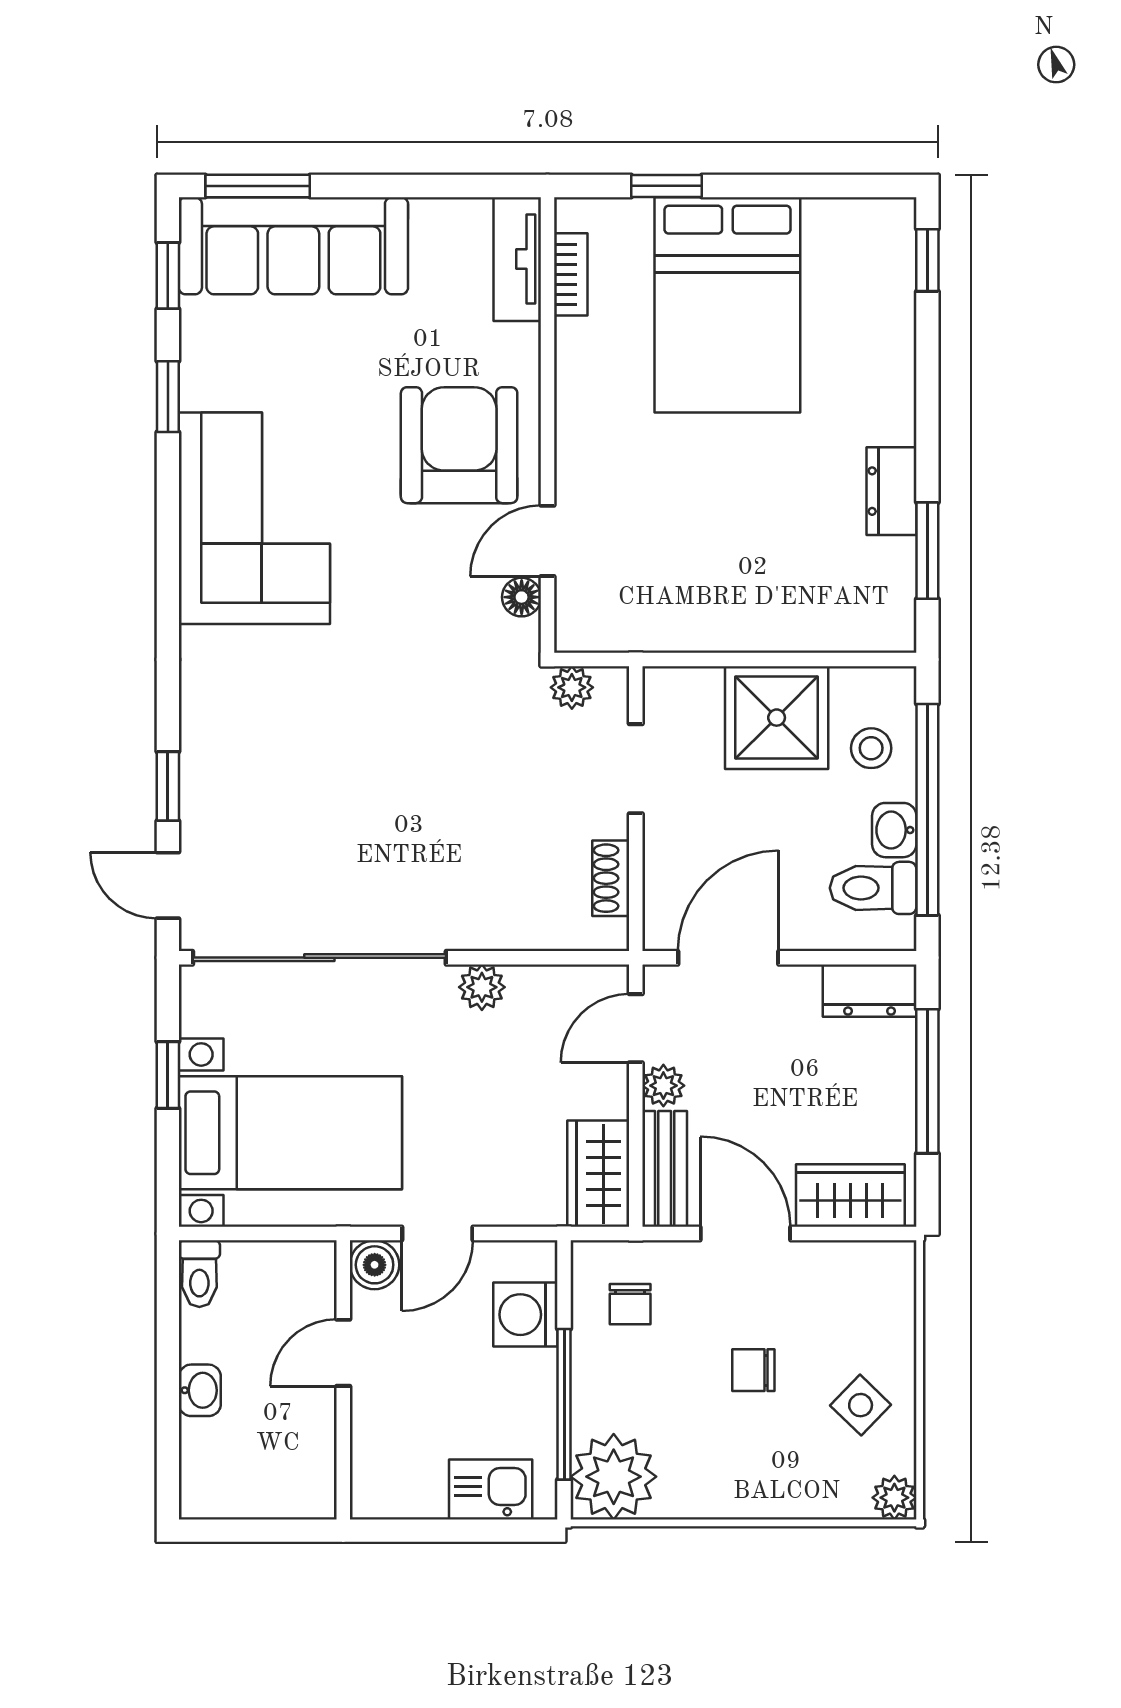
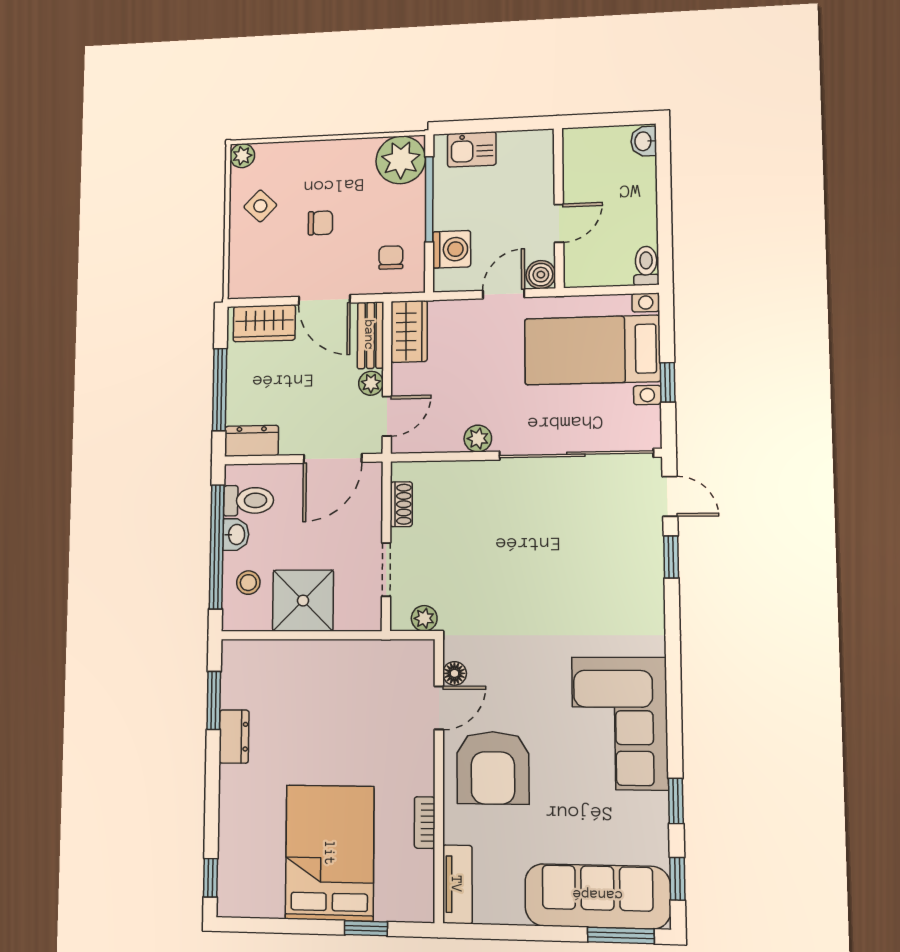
bookcase: (571, 274) -> (425, 823), moved
washbasin: (200, 1390) -> (644, 141), moved

